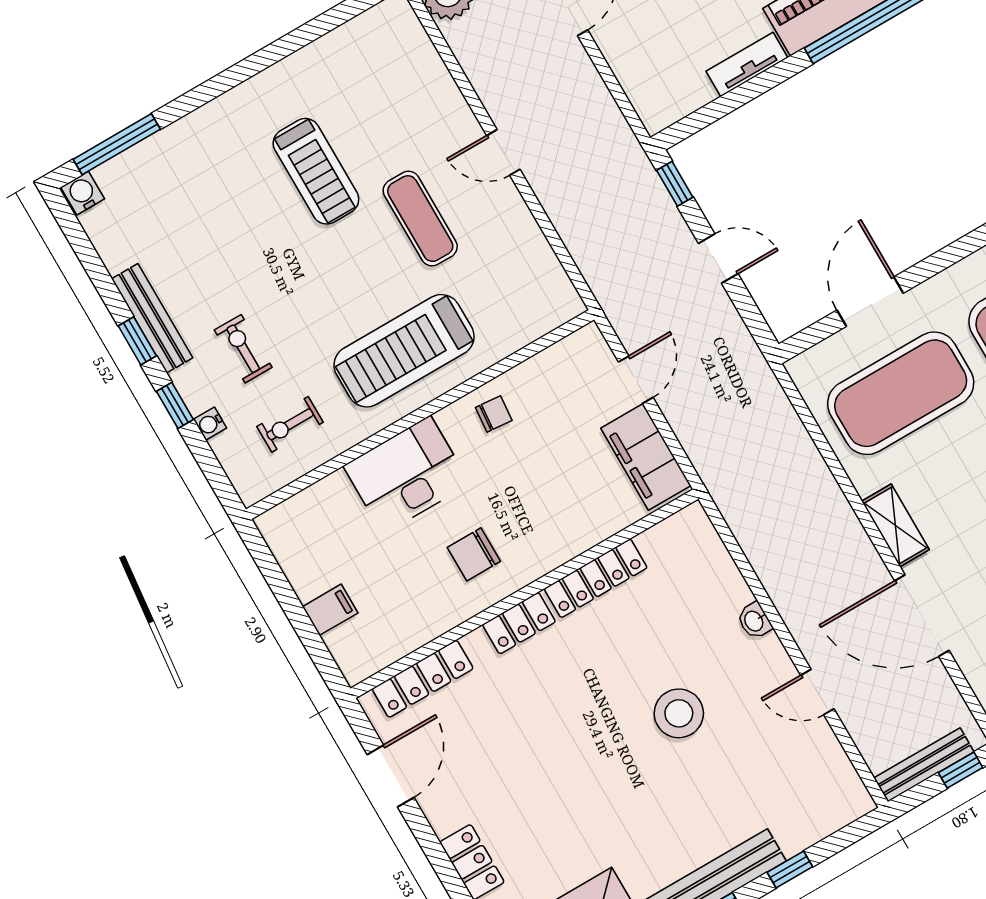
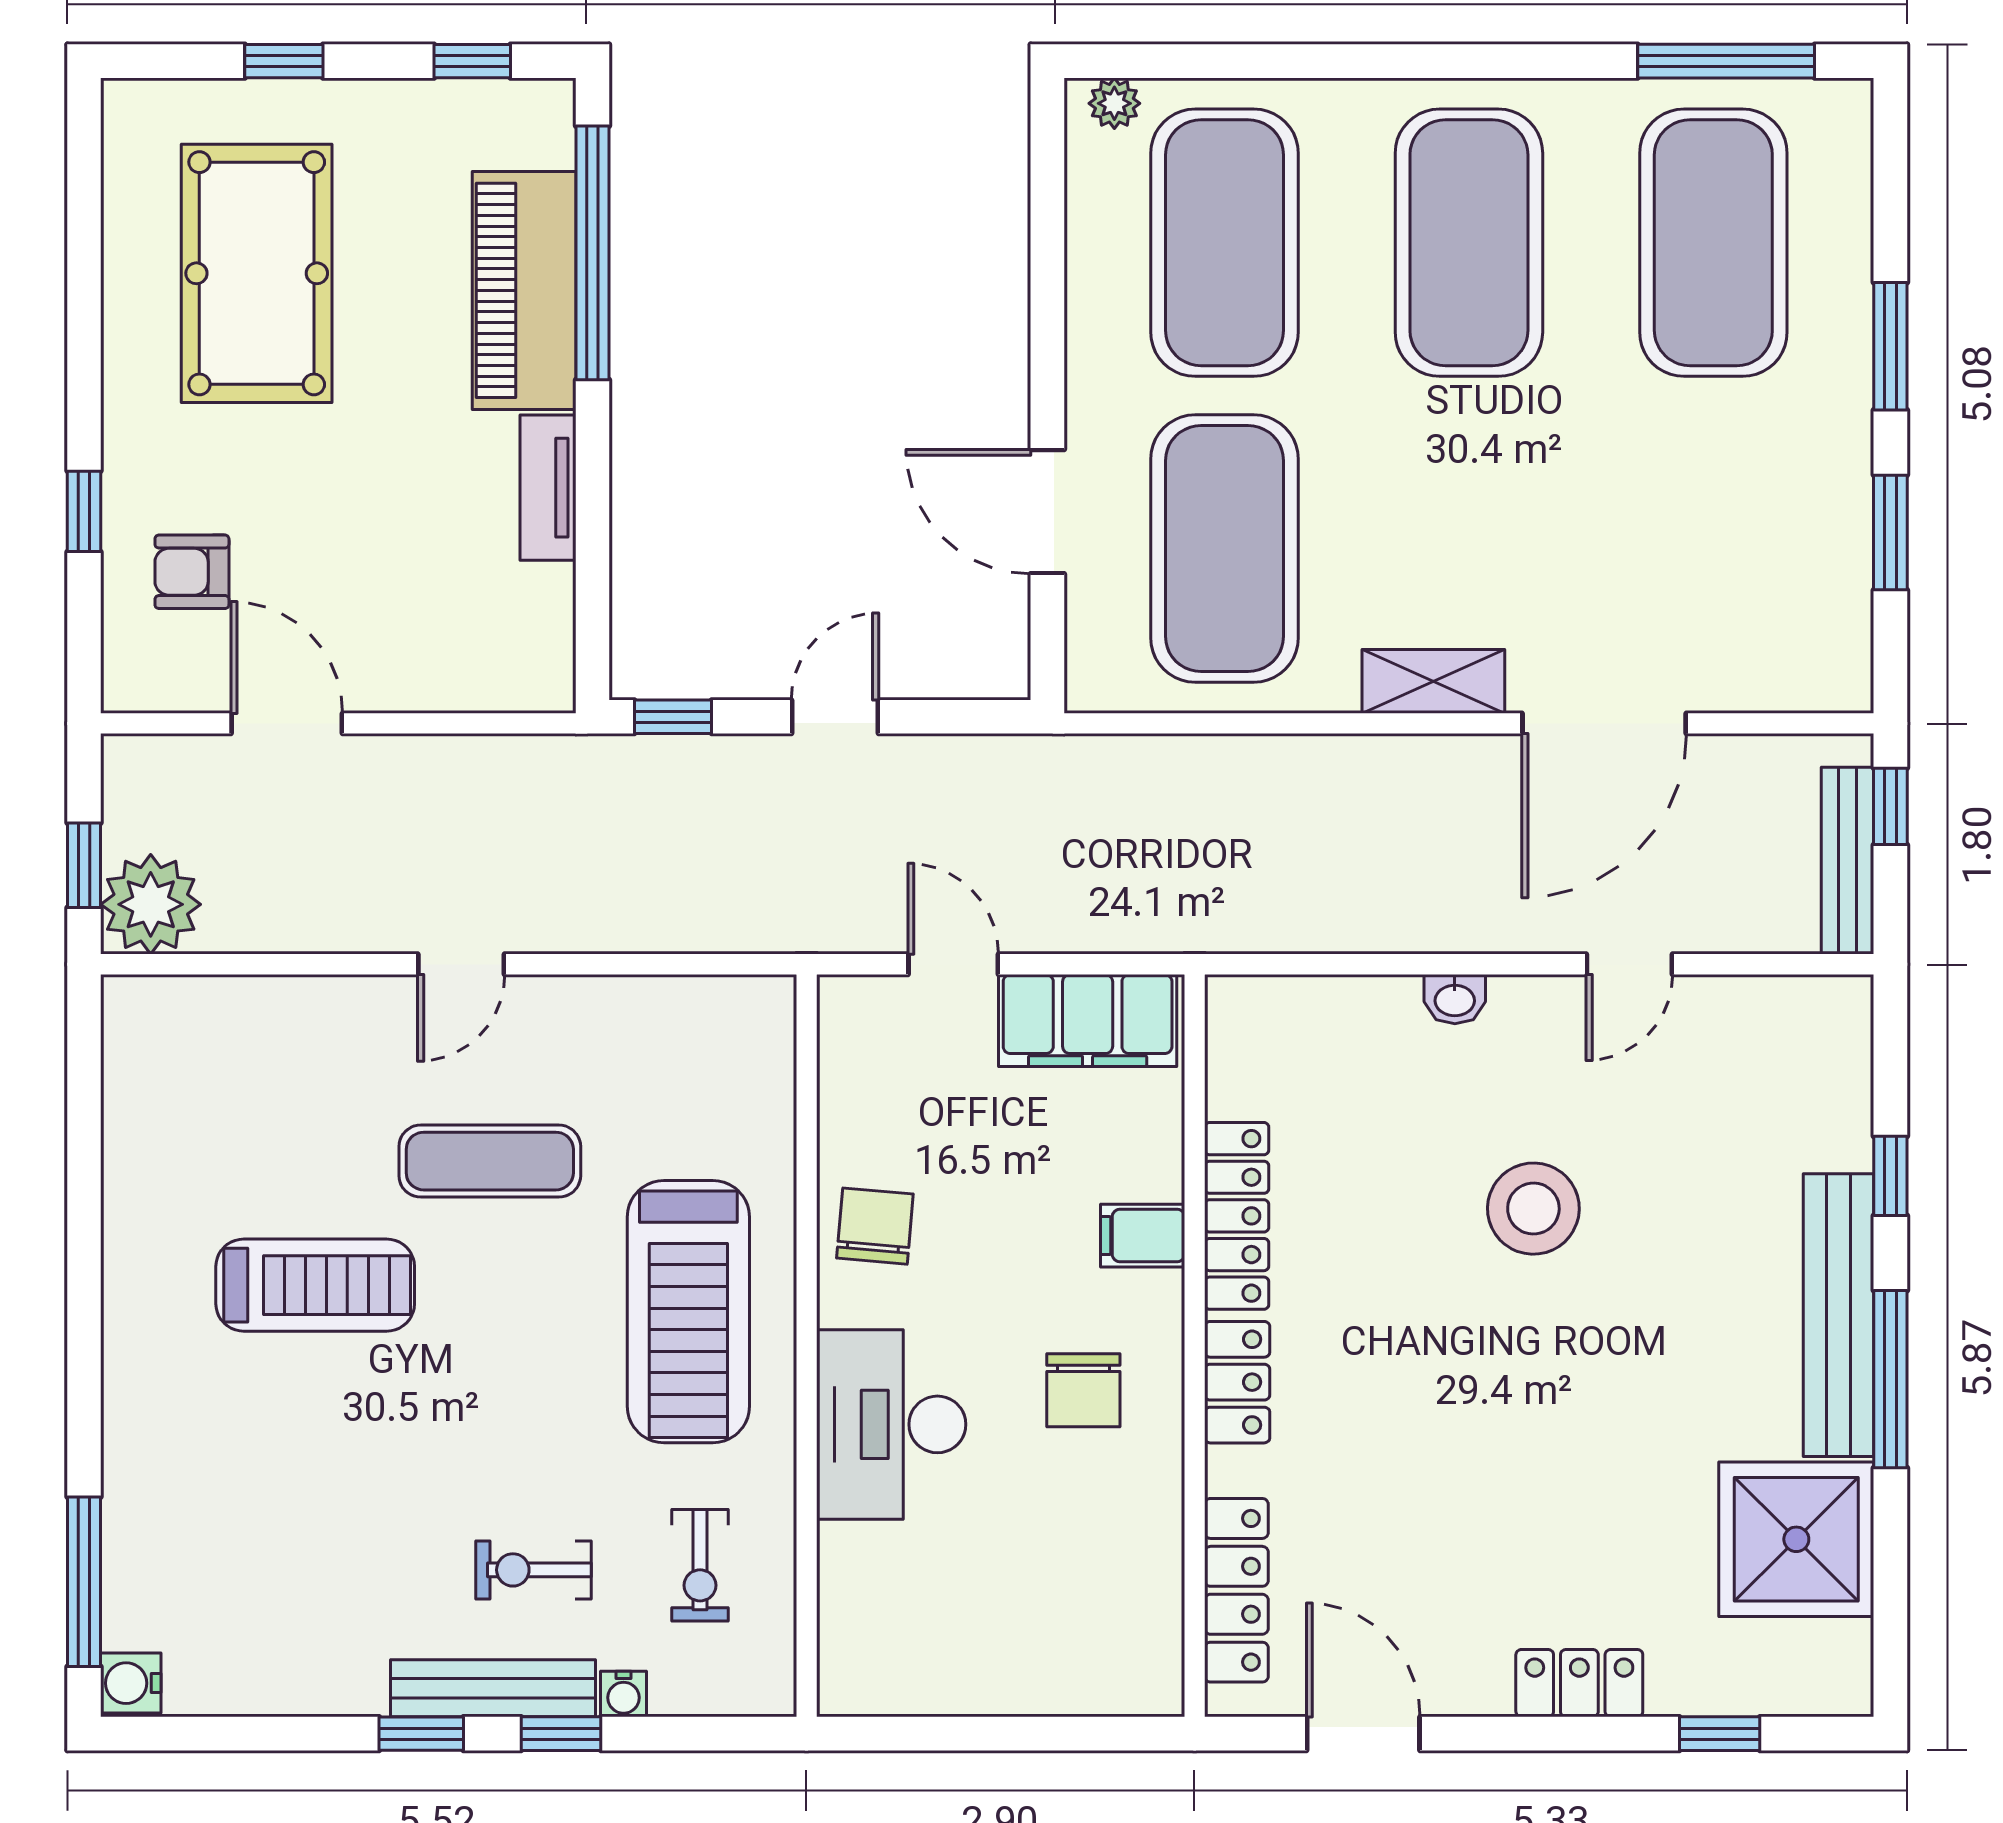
bench: (152, 318) -> (493, 1688), moved
chair: (494, 414) -> (875, 1226), width x1.37, depth x1.37
filing cabinet: (330, 610) -> (1143, 1236), moved, turned -90

